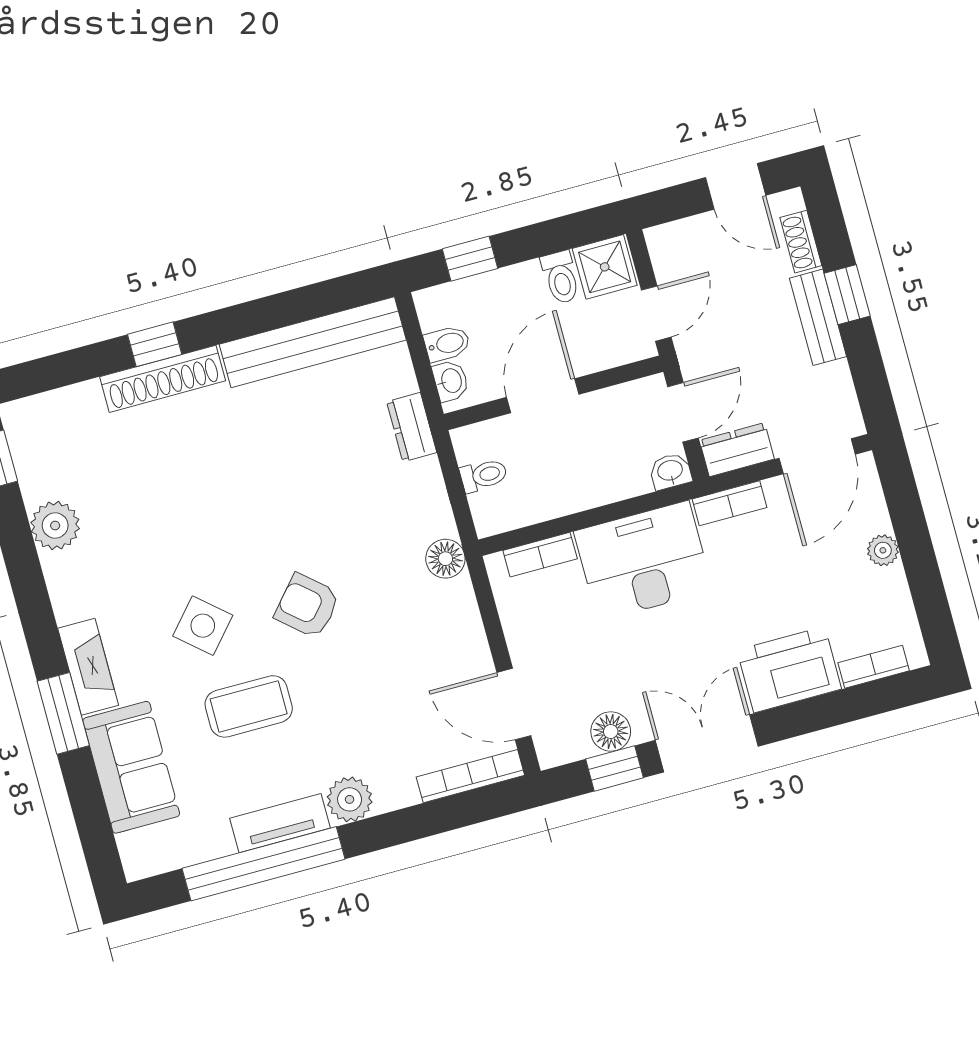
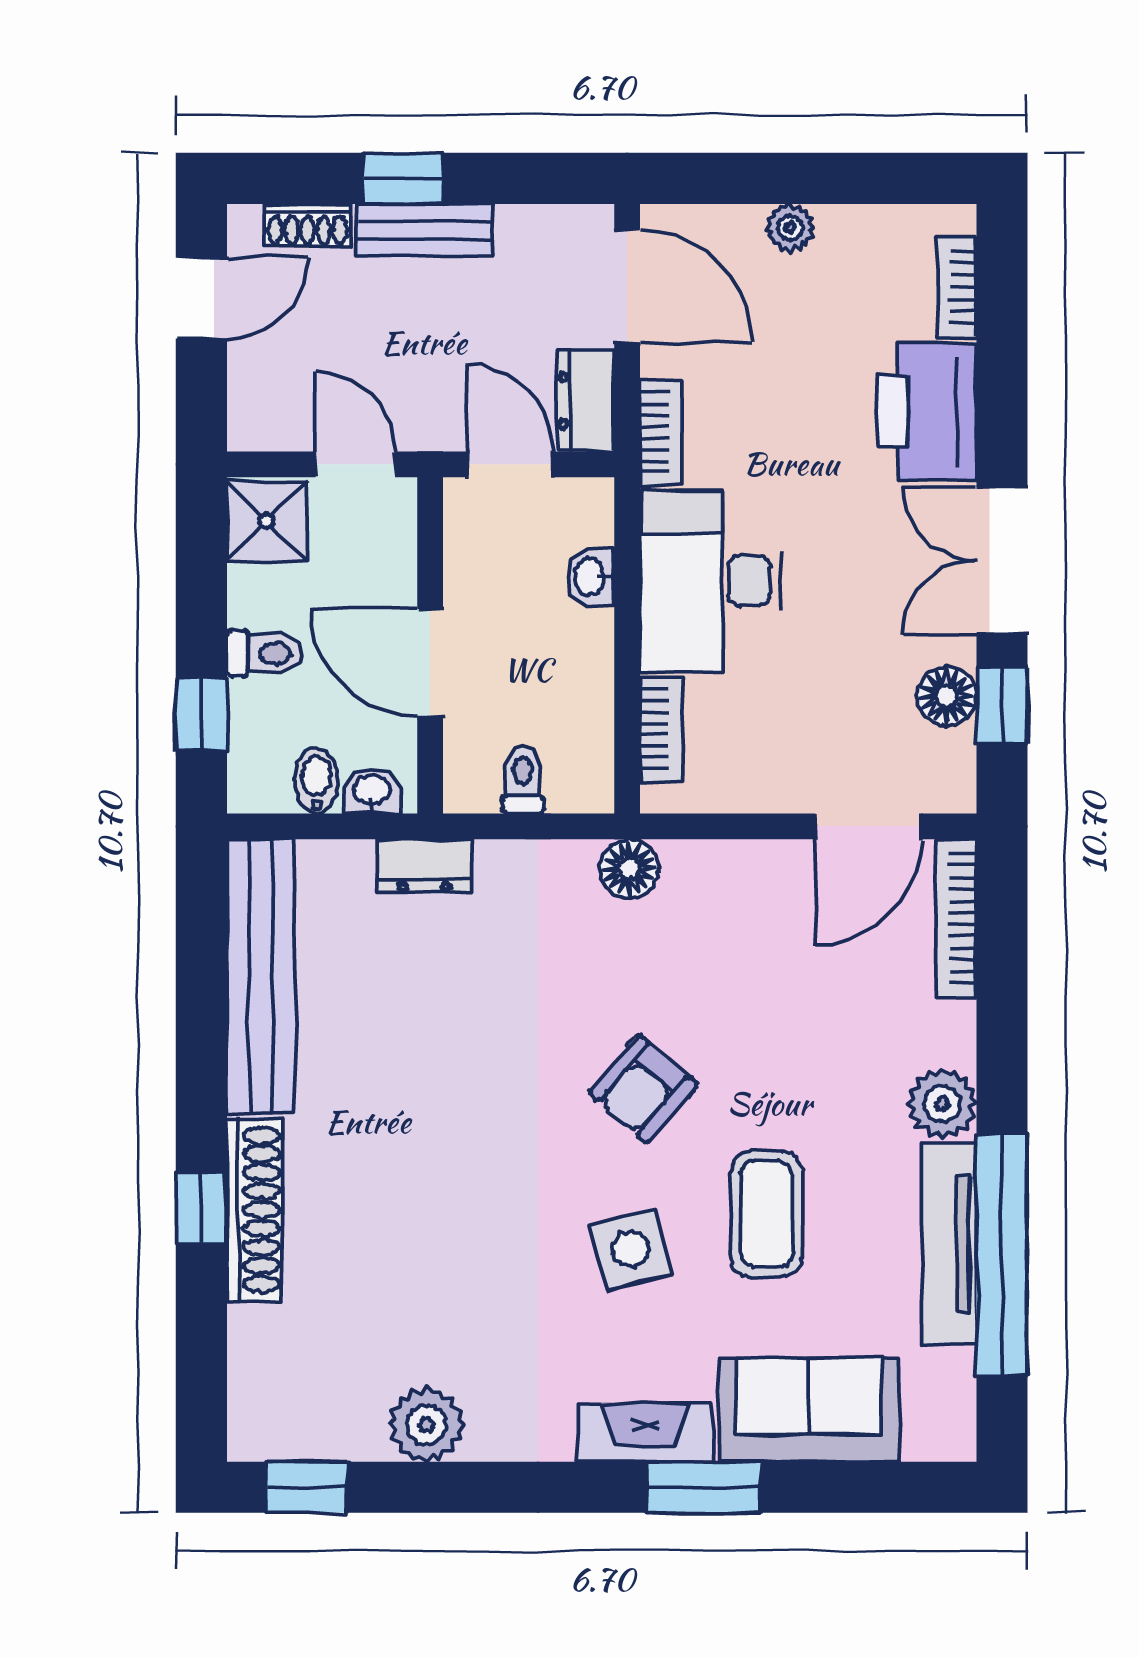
toilet: (561, 277) -> (265, 653), moved
washbasin: (670, 471) -> (591, 577), moved
side table: (203, 626) -> (631, 1249), turned 34
tv unit: (280, 823) -> (949, 1244), width x1.41

